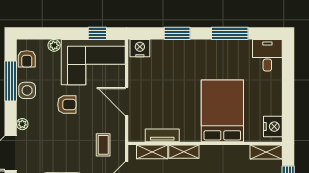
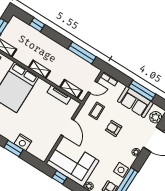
nightstand: (140, 48) -> (23, 142), moved
armchair: (67, 105) -> (114, 128), moved
shelving: (184, 152) -> (39, 69), moved

